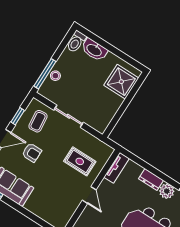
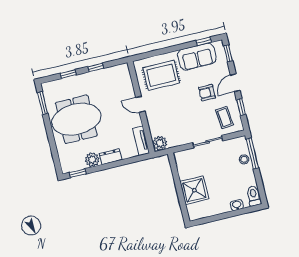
washbasin: (94, 50) -> (237, 205), width x0.52, depth x0.69
shower: (121, 82) -> (194, 190), moved
plant: (105, 152) -> (160, 143), added
rug: (80, 161) -> (161, 75), moved, width x1.36, depth x1.43

